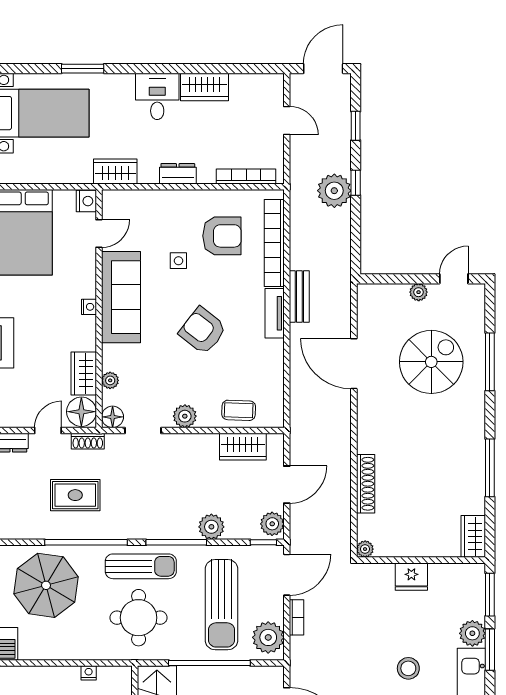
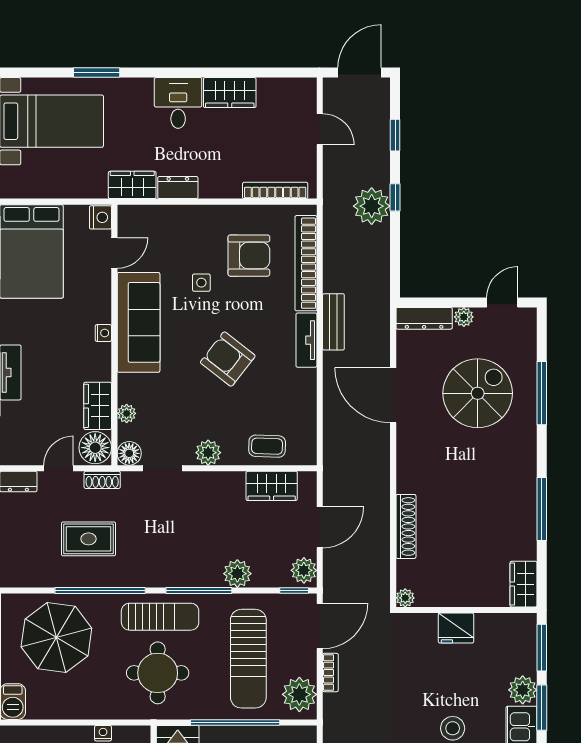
dresser: (178, 174) -> (178, 188), moved
dresser: (382, 293) -> (424, 318), added

